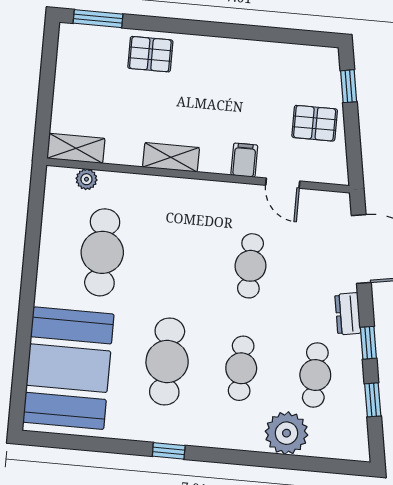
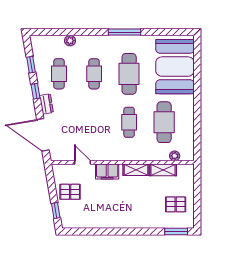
pallet: (150, 54) -> (176, 204), moved
shelving: (76, 148) -> (163, 170), moved
filing cabinet: (244, 160) -> (107, 172), width x2.00
cafe table: (250, 266) -> (129, 122), moved
plant: (286, 433) -> (70, 41), width x0.53, depth x0.53
window: (169, 451) -> (124, 32), width x2.17

